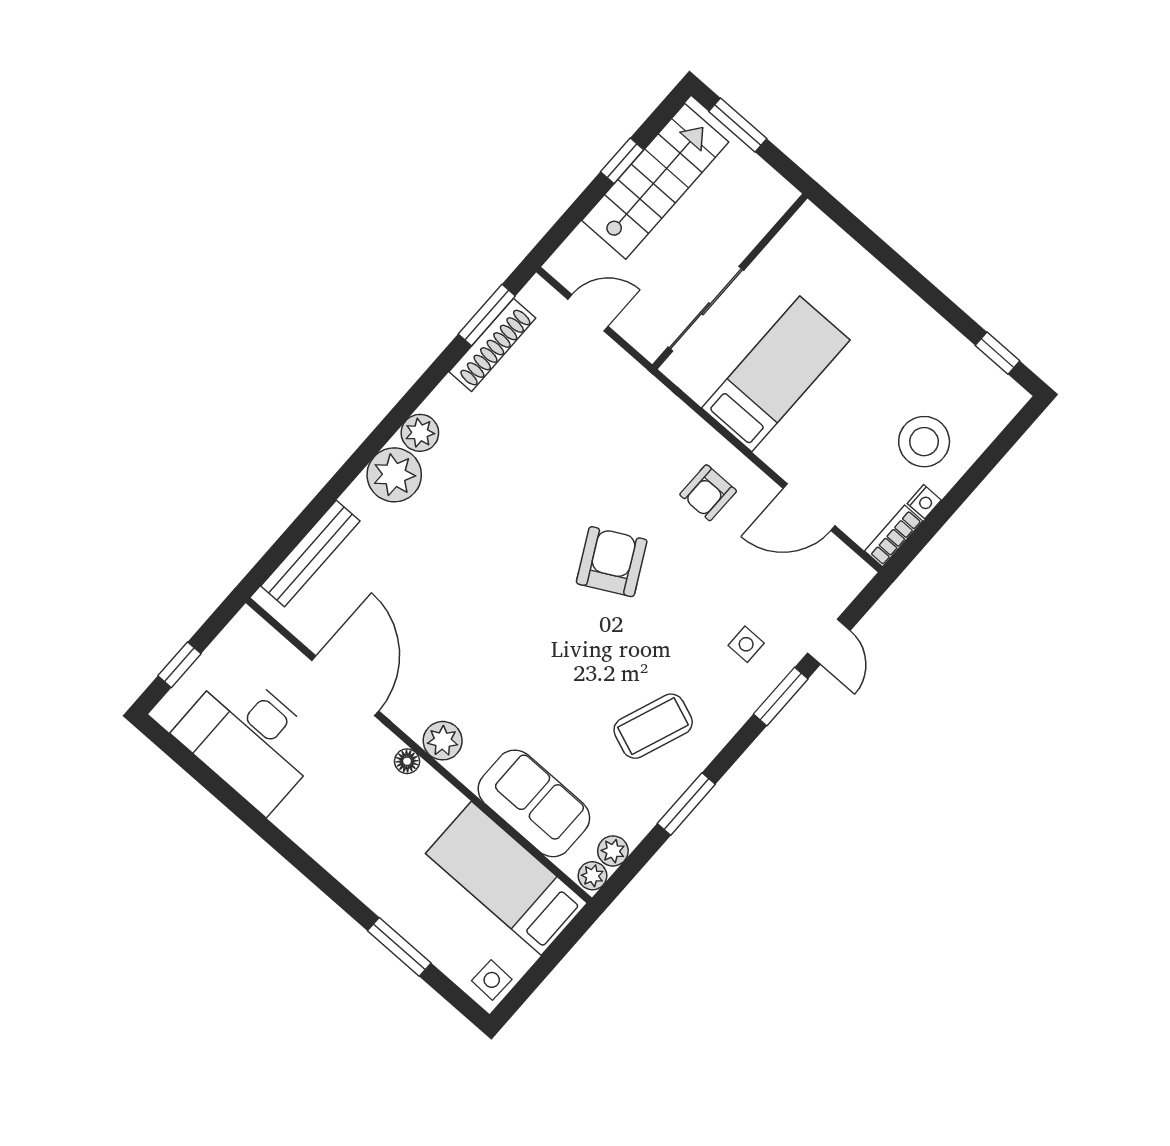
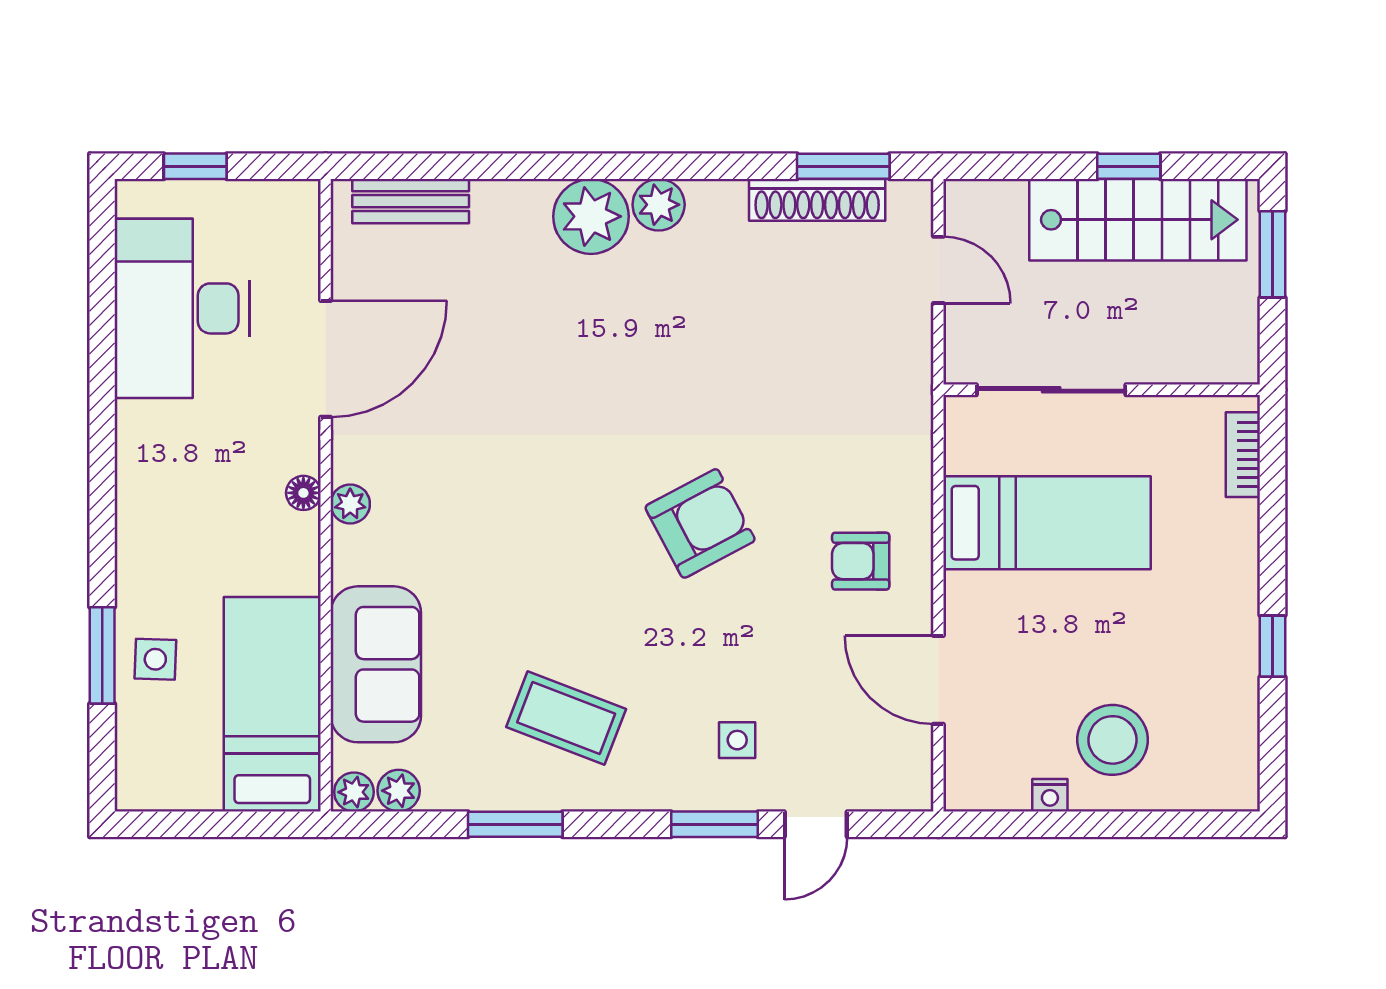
window: (998, 353) -> (1272, 646), moved
bookcase: (894, 536) -> (1243, 455), moved, turned -90
bench: (310, 554) -> (411, 201), width x0.73
plant: (443, 741) -> (350, 504), width x0.73, depth x0.73
side table: (492, 980) -> (155, 659), moved

